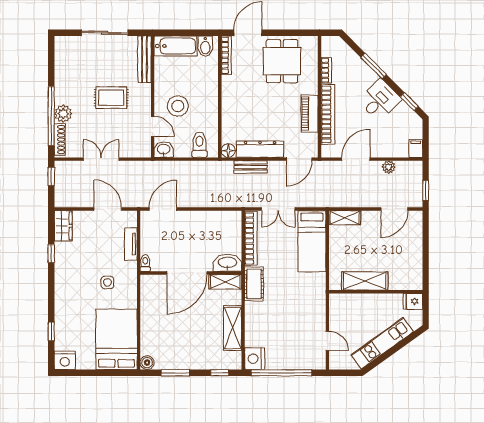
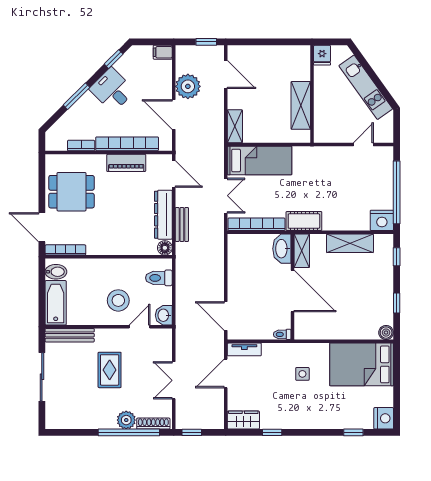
plant: (389, 167) -> (188, 86), width x1.87, depth x1.87
tv unit: (131, 244) -> (244, 349), moved
window: (175, 373) -> (397, 303), width x0.67

